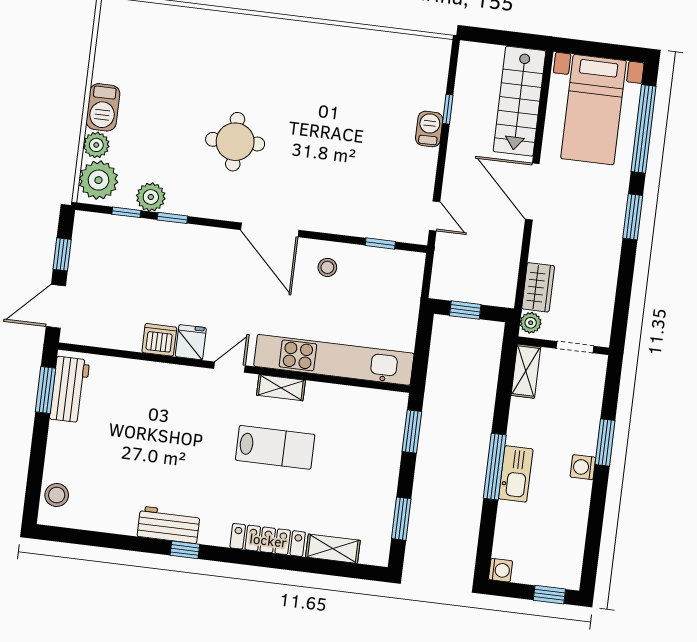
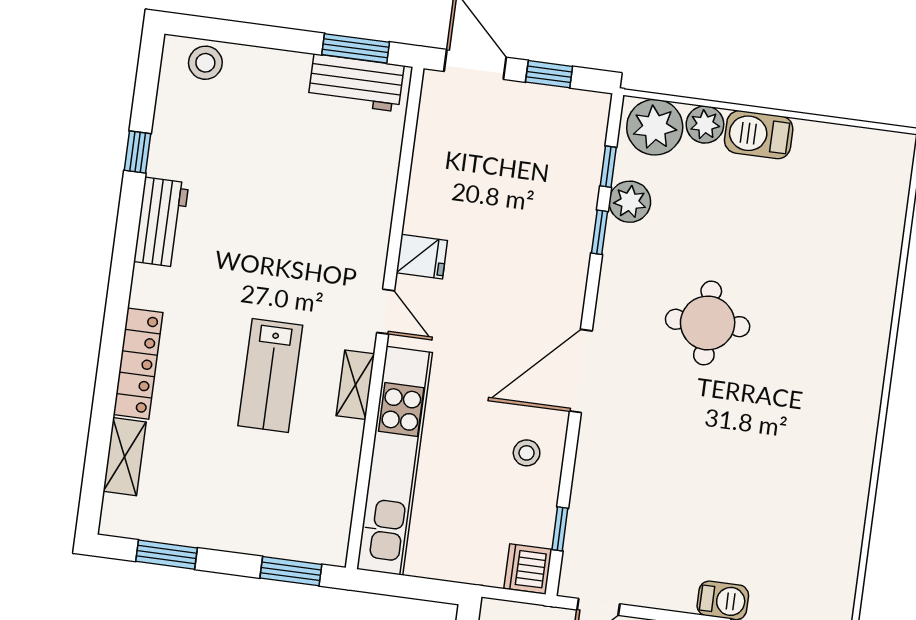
dishwasher: (159, 340) -> (528, 569), moved, turned 180
window: (185, 550) -> (138, 152), moved

